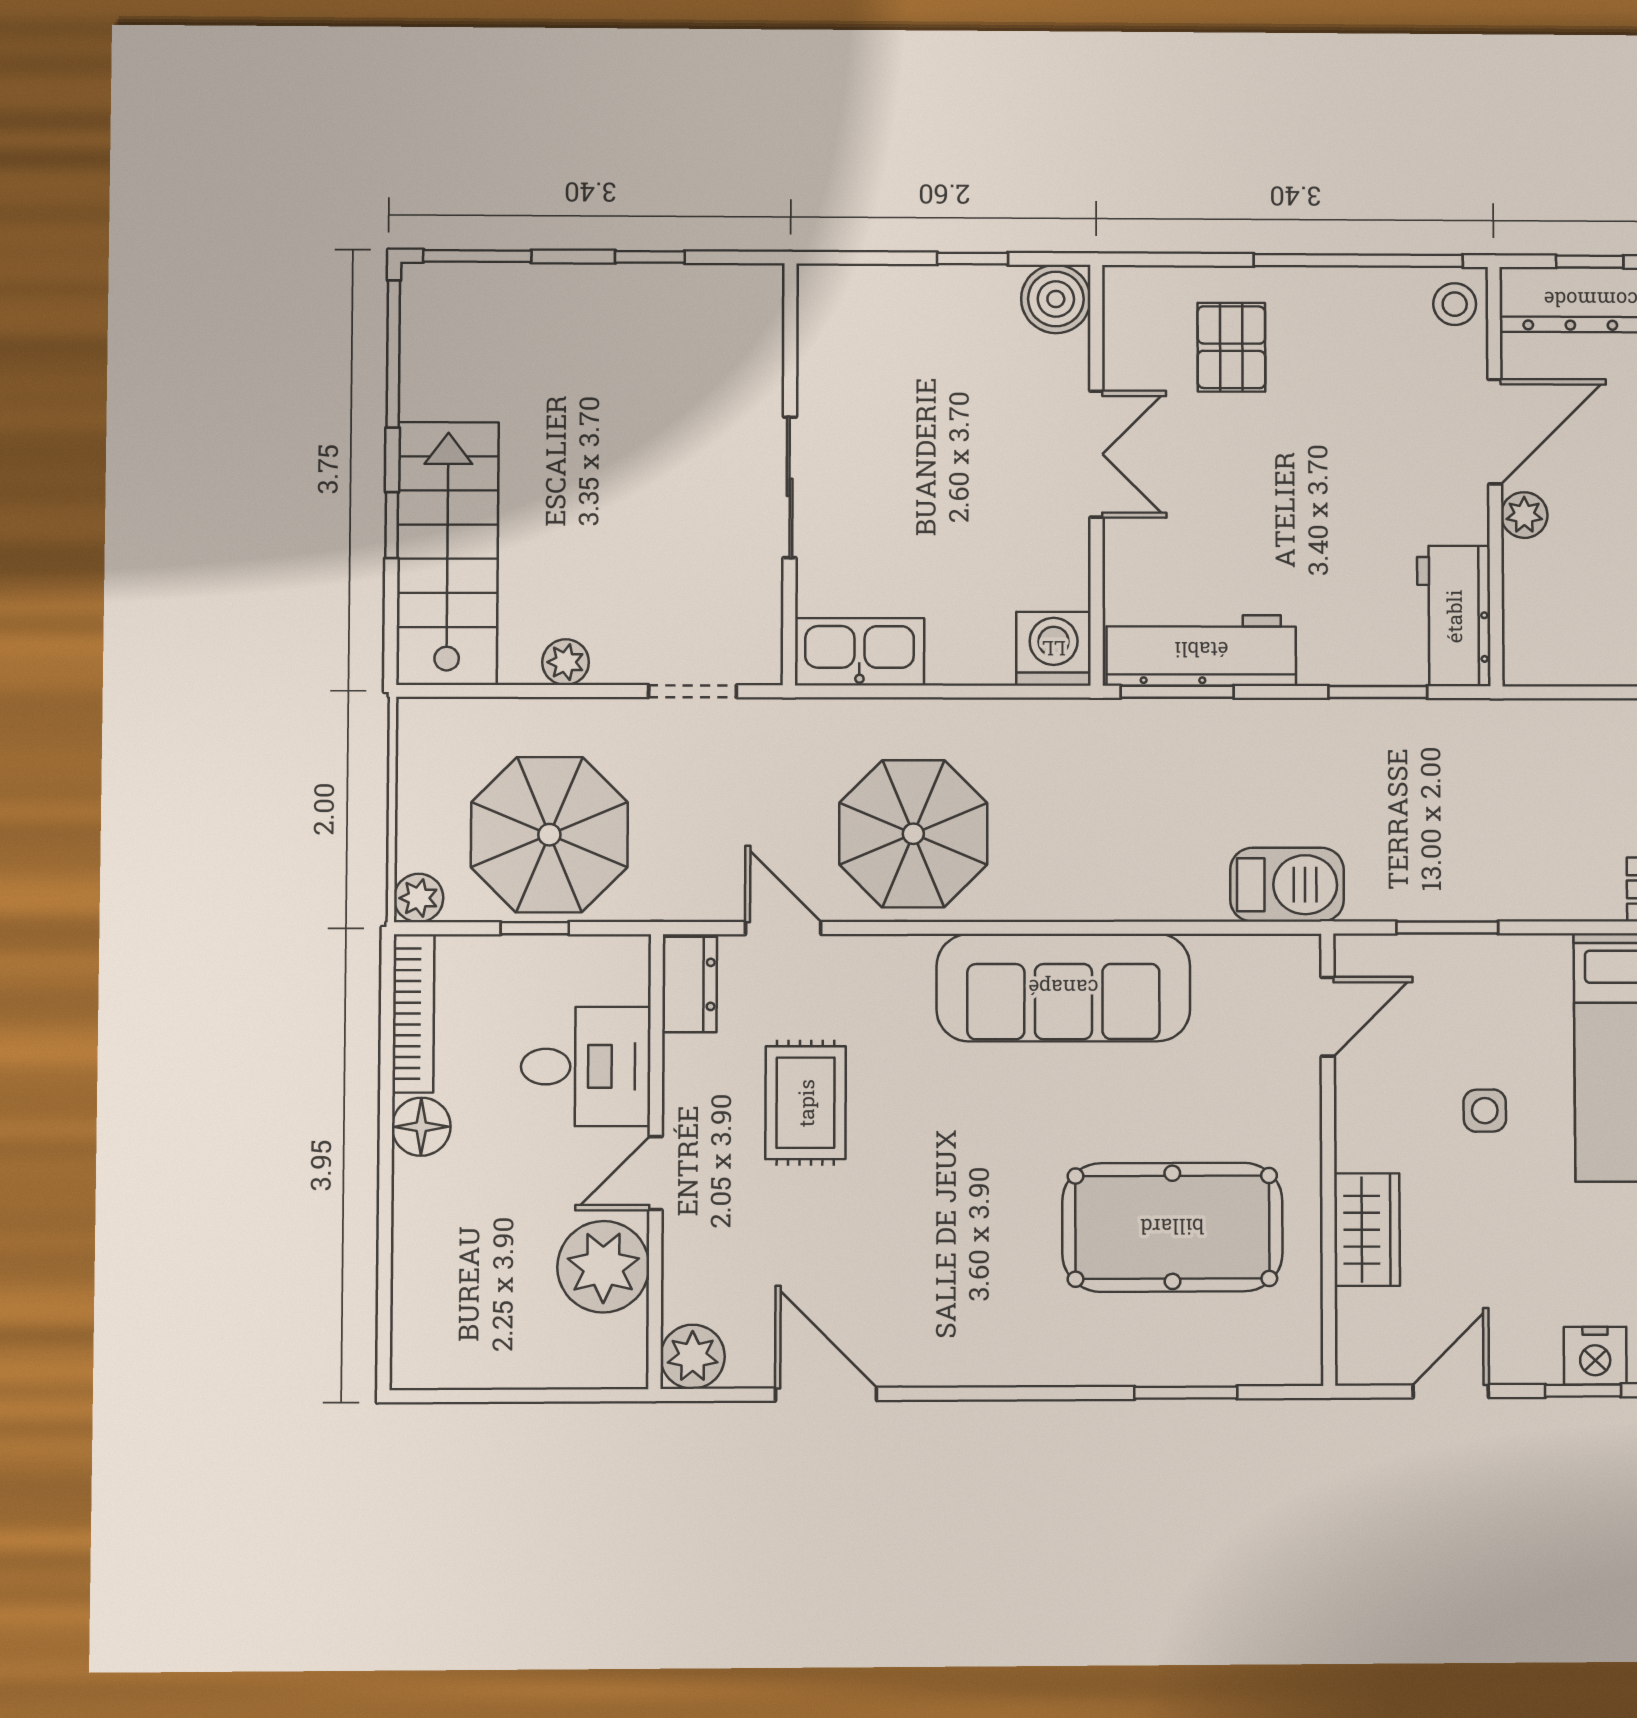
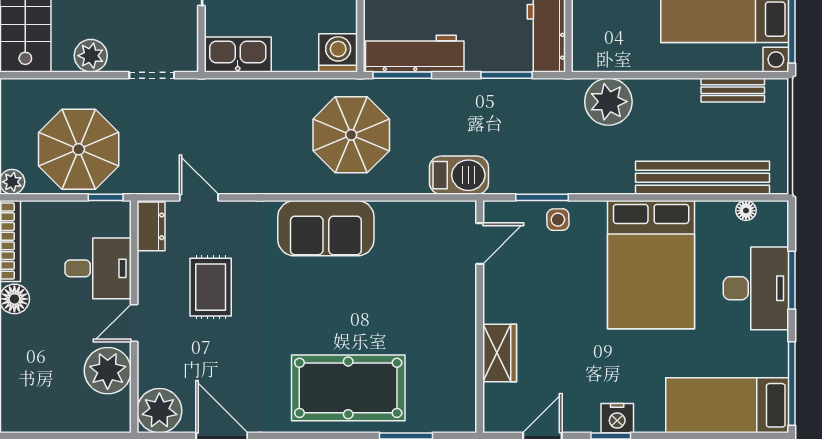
plant: (566, 662) -> (91, 56), width x1.38, depth x1.38
plant: (1573, 743) -> (608, 102), added
parasol: (913, 834) -> (351, 135), moved
window: (535, 928) -> (106, 197), moved
sofa: (1063, 988) -> (326, 228), width x0.73
side table: (1485, 1111) -> (558, 220), moved
pool table: (1172, 1227) -> (348, 388), moved
plant: (693, 1357) -> (159, 411), width x1.36, depth x1.36

